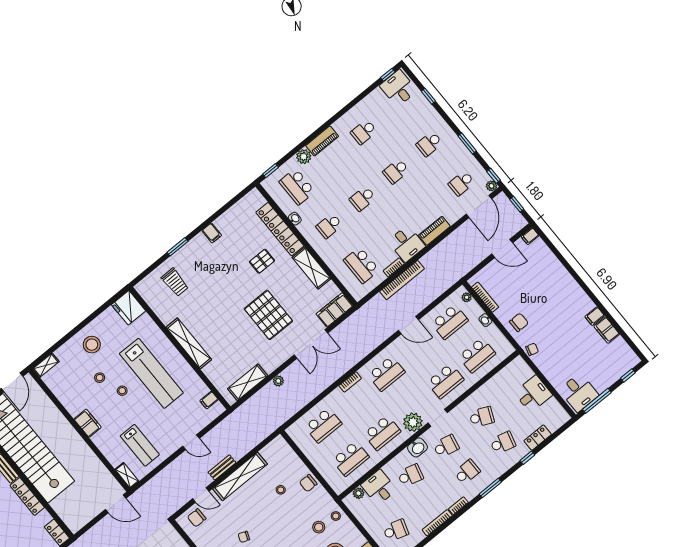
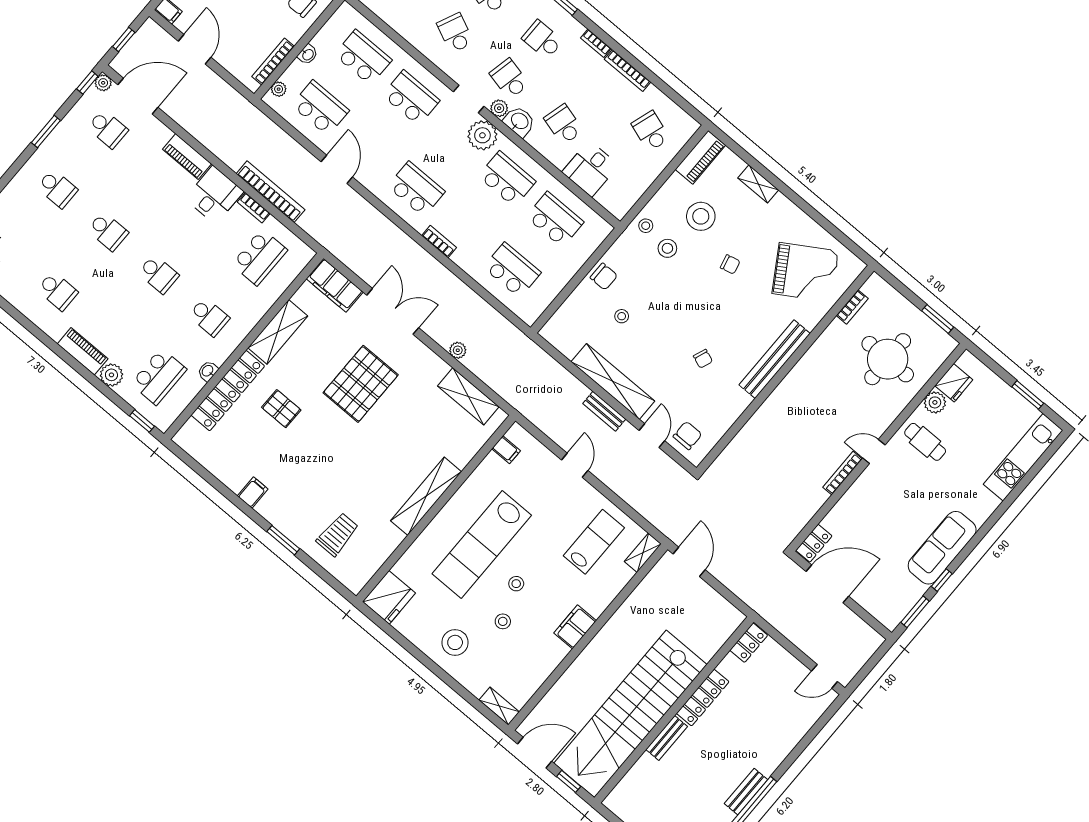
lab bench: (151, 373) -> (482, 545), turned 180
plant: (358, 493) -> (499, 108), moved
chair: (197, 518) -> (687, 435), turned -90

